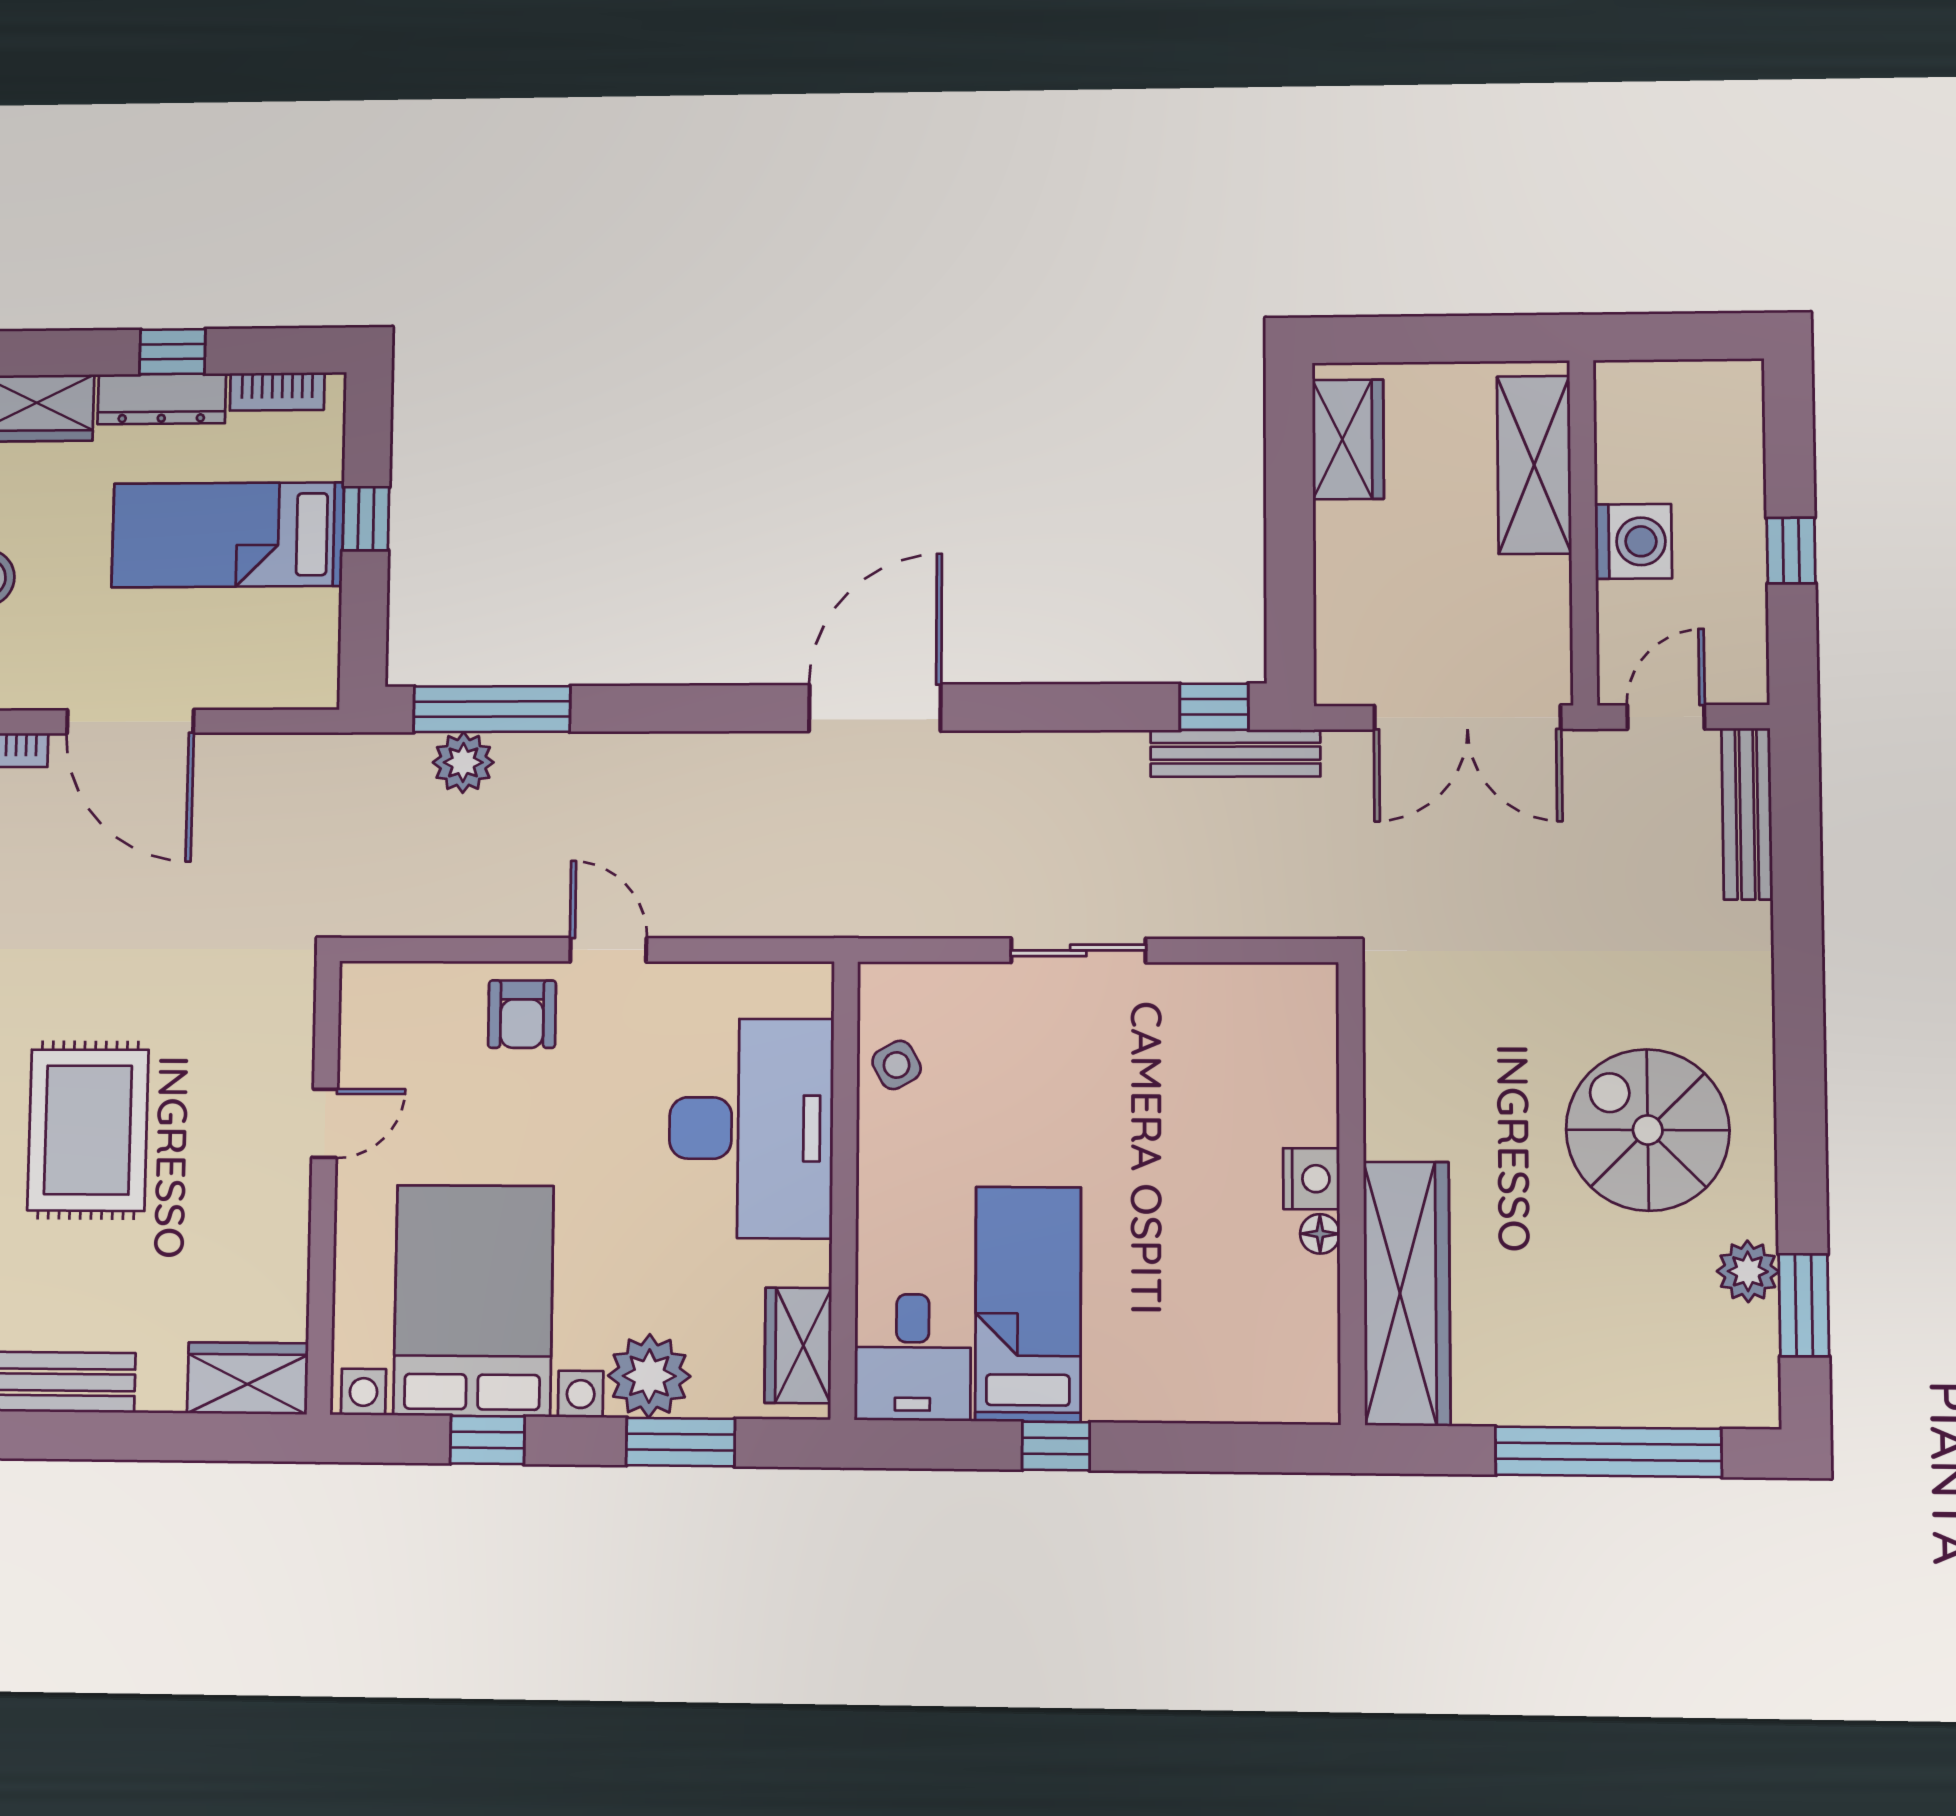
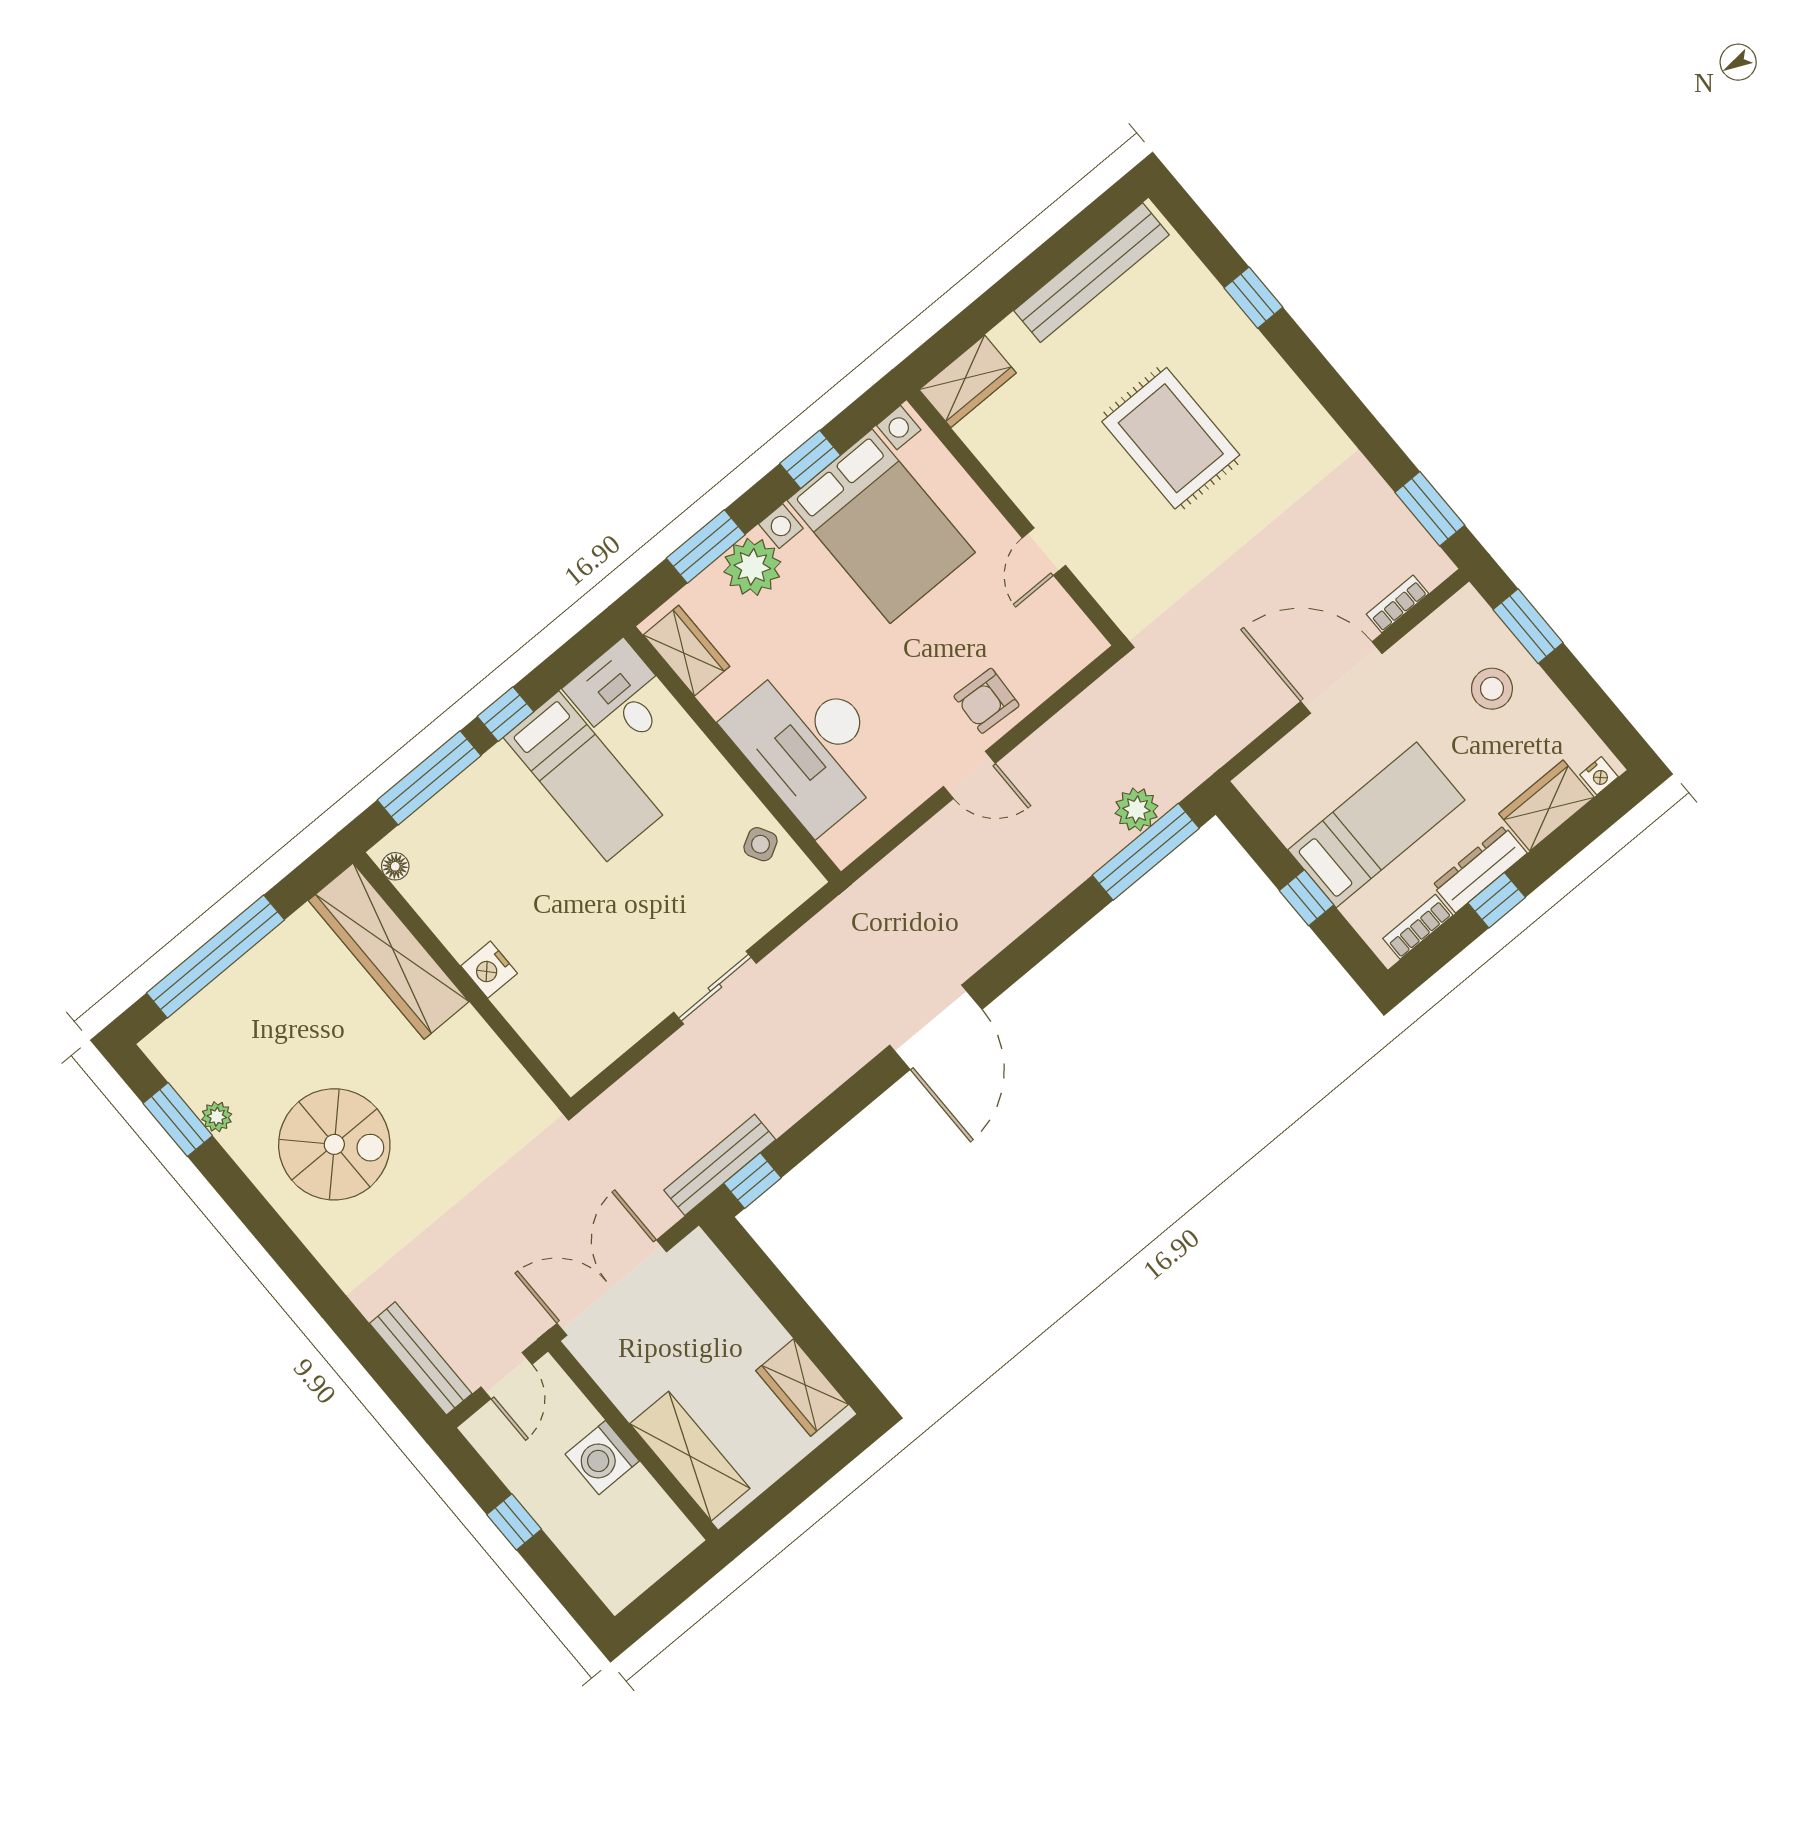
armchair: (522, 1014) -> (987, 701), turned -87
floor lamp: (1320, 1234) -> (395, 866), moved
plant: (1748, 1271) -> (217, 1117), width x0.73, depth x0.73
window: (1200, 1447) -> (429, 778), added

